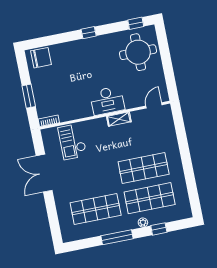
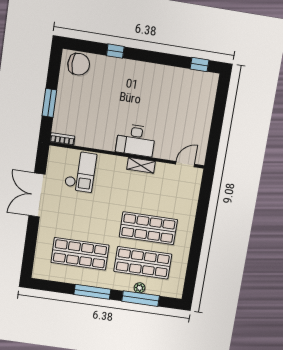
window: (89, 33) -> (115, 51), moved
round table: (138, 52) -> (190, 98), removed
checkout: (72, 142) -> (81, 172), turned 180
plant: (143, 222) -> (140, 288), moved
window: (159, 229) -> (141, 299), width x2.17

